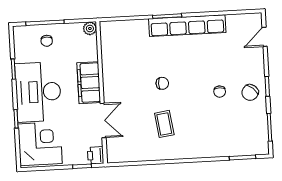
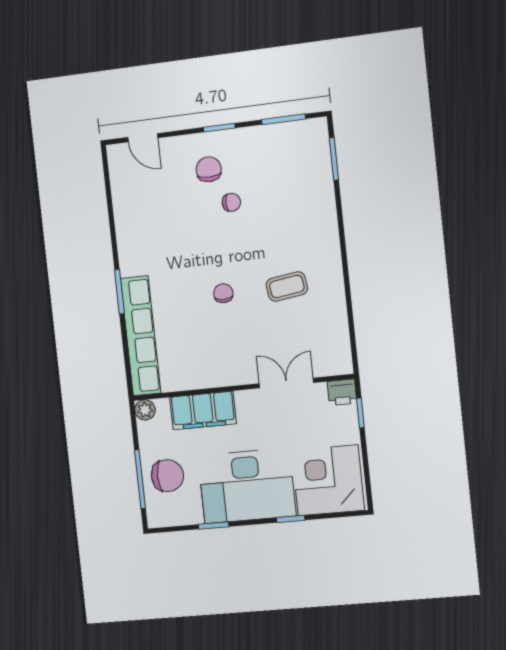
row of seats: (187, 26) -> (141, 336), moved
chair: (47, 41) -> (167, 476), width x1.87, depth x1.87
filing cabinet: (89, 83) -> (203, 410), moved
chair: (250, 92) -> (209, 169), moved, turned -130

